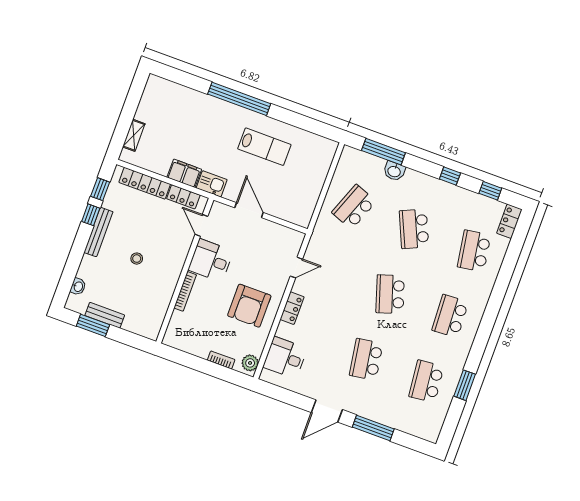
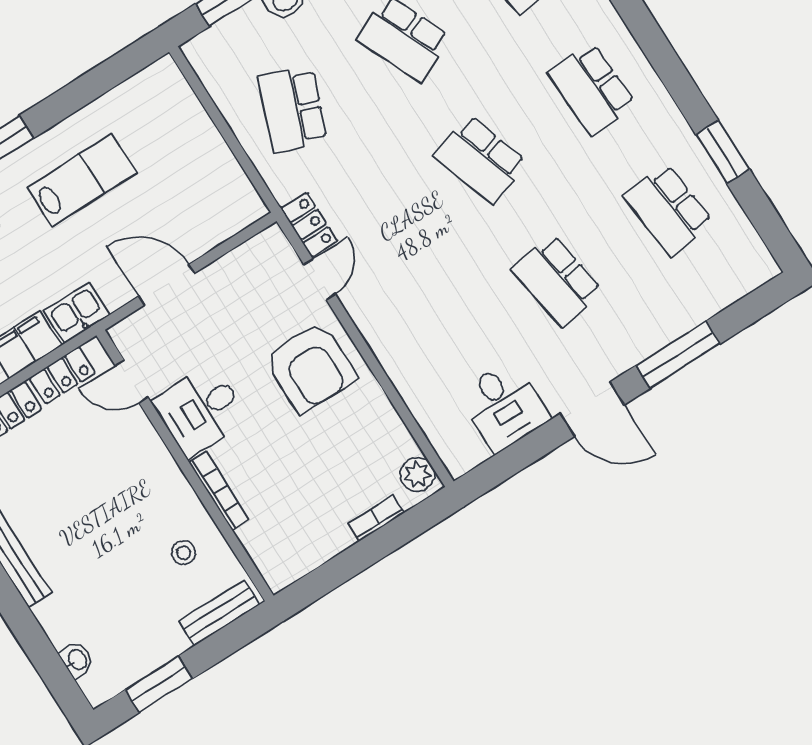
stool: (137, 259) -> (184, 553), moved
armchair: (249, 306) -> (310, 367), moved
locker: (292, 308) -> (309, 225), moved
bench: (105, 315) -> (219, 613), moved
desk: (285, 358) -> (504, 406), moved, turned -90
door: (327, 411) -> (592, 409), hinge flipped

